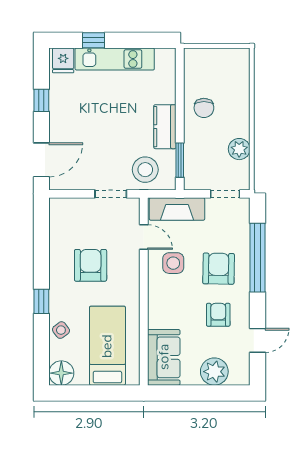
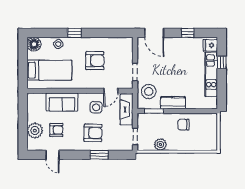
window: (257, 258) -> (99, 155), width x0.47
armchair: (218, 315) -> (56, 130), moved
sofa: (164, 357) -> (62, 102), moved

